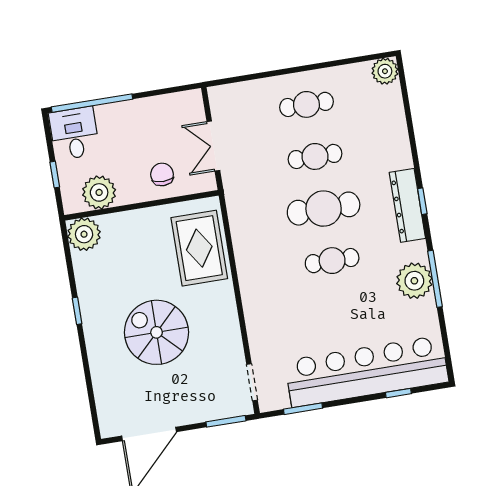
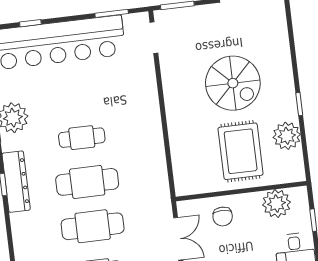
cafe table: (315, 156) -> (93, 226), width x1.37, depth x1.35
plant: (84, 234) -> (287, 136), moved
rug: (199, 248) -> (241, 151), moved

